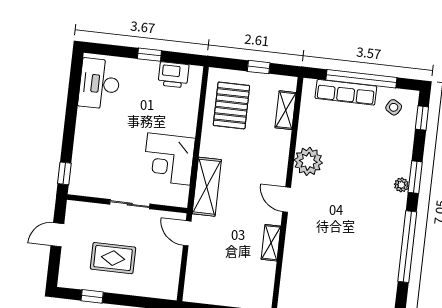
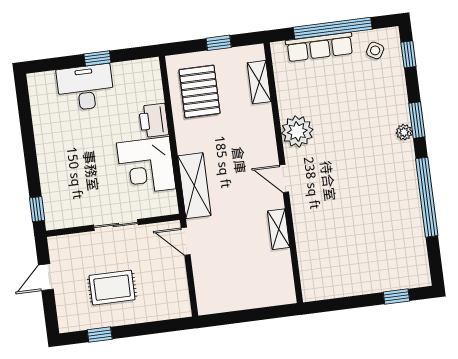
printer: (173, 75) -> (154, 120), moved, turned 90
desk: (99, 84) -> (85, 88), moved, turned 90

